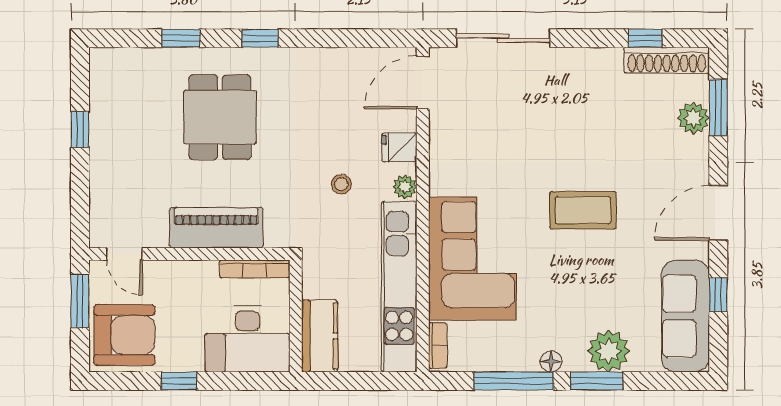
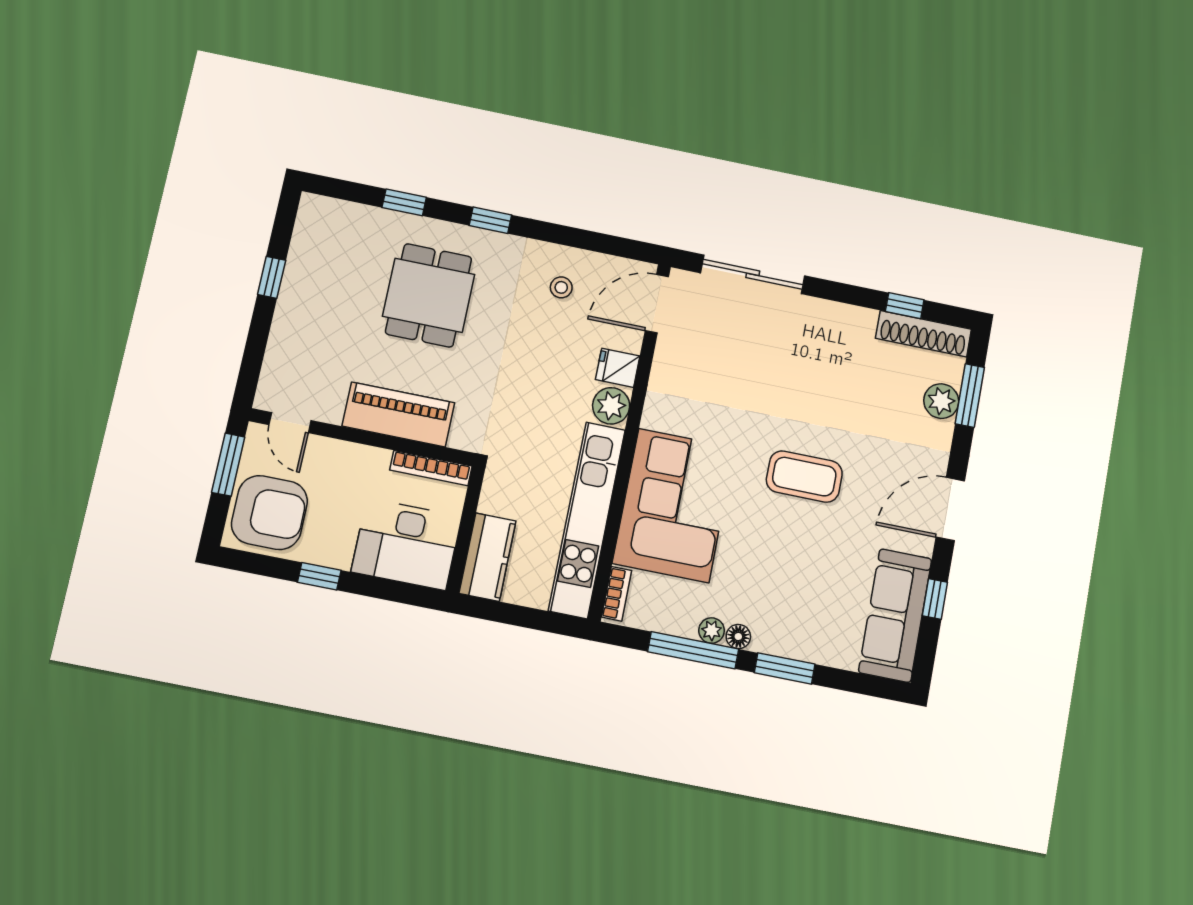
stool: (341, 184) -> (561, 287), moved
plant: (405, 187) -> (611, 406), width x1.38, depth x1.38
plant: (609, 351) -> (712, 631), moved, width x0.53, depth x0.53

